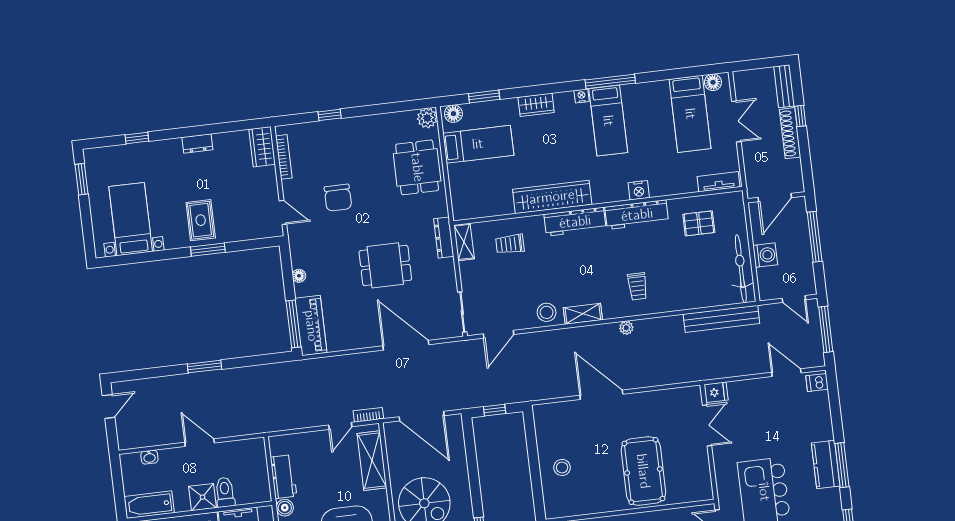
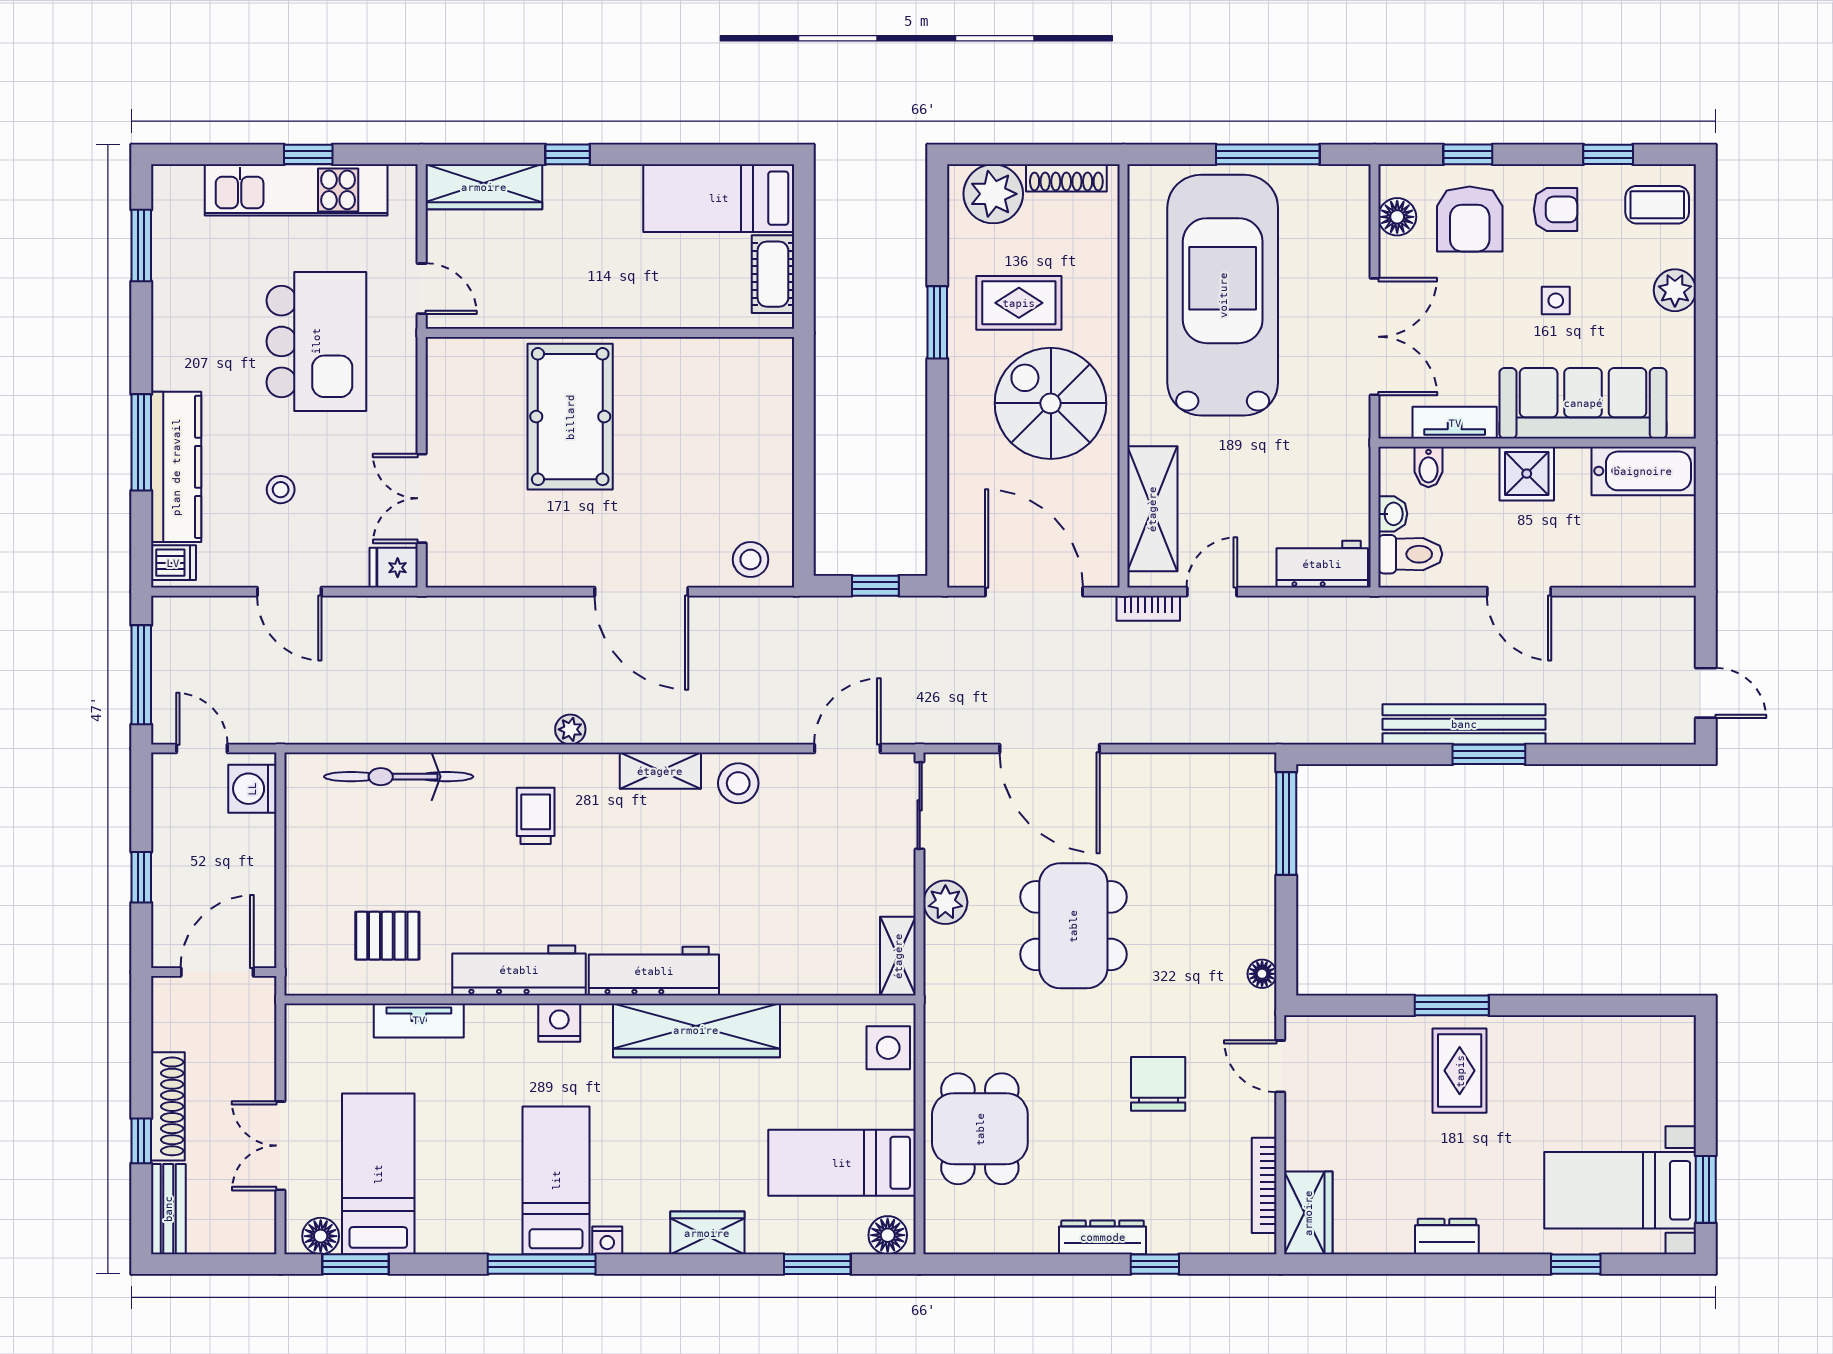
window: (695, 71) -> (356, 1264), added
plant: (427, 118) -> (945, 902), moved
tv unit: (718, 182) -> (419, 1020), moved
nightstand: (639, 190) -> (559, 1023), moved
side table: (463, 199) -> (888, 1048), added
bed with nightstands: (131, 219) -> (1620, 1190), moved, turned 90
window: (815, 237) -> (141, 877), width x0.46
dresser: (444, 238) -> (1103, 1237), moved, turned -90
trolley: (510, 244) -> (799, 940), removed
washing machine: (765, 255) -> (252, 789), moved
dining table: (385, 265) -> (1073, 926), width x1.38
bicycle: (741, 269) -> (399, 777), moved, turned 90
floor lamp: (299, 276) -> (1262, 974), moved
bench: (721, 319) -> (1464, 724), moved
piano: (311, 326) -> (1249, 815), removed
door: (786, 373) -> (289, 592), moved
door: (109, 406) -> (1706, 693), swing flipped
stool: (772, 422) -> (281, 490), added
washbasin: (149, 457) -> (1393, 514), moved, turned 90
kitchen counter: (826, 465) -> (176, 467), moved, width x1.50
window: (842, 465) -> (141, 442), moved
stool: (562, 467) -> (751, 560), moved
workbench: (284, 477) -> (1322, 564), moved, turned 90
toilet: (225, 492) -> (1410, 554), moved, turned -90
bidet: (248, 495) -> (1428, 467), added
boiler: (285, 508) -> (1352, 430), removed

